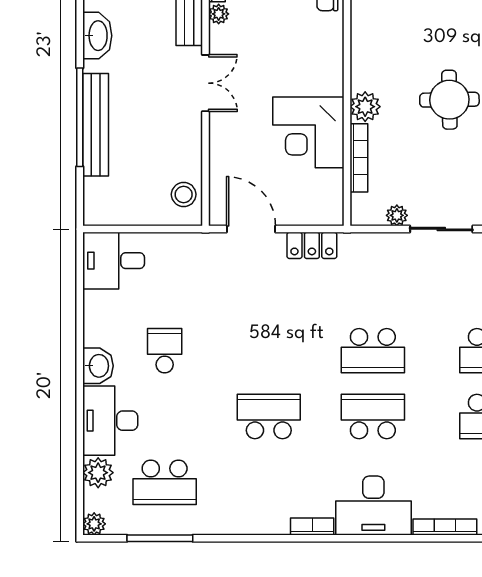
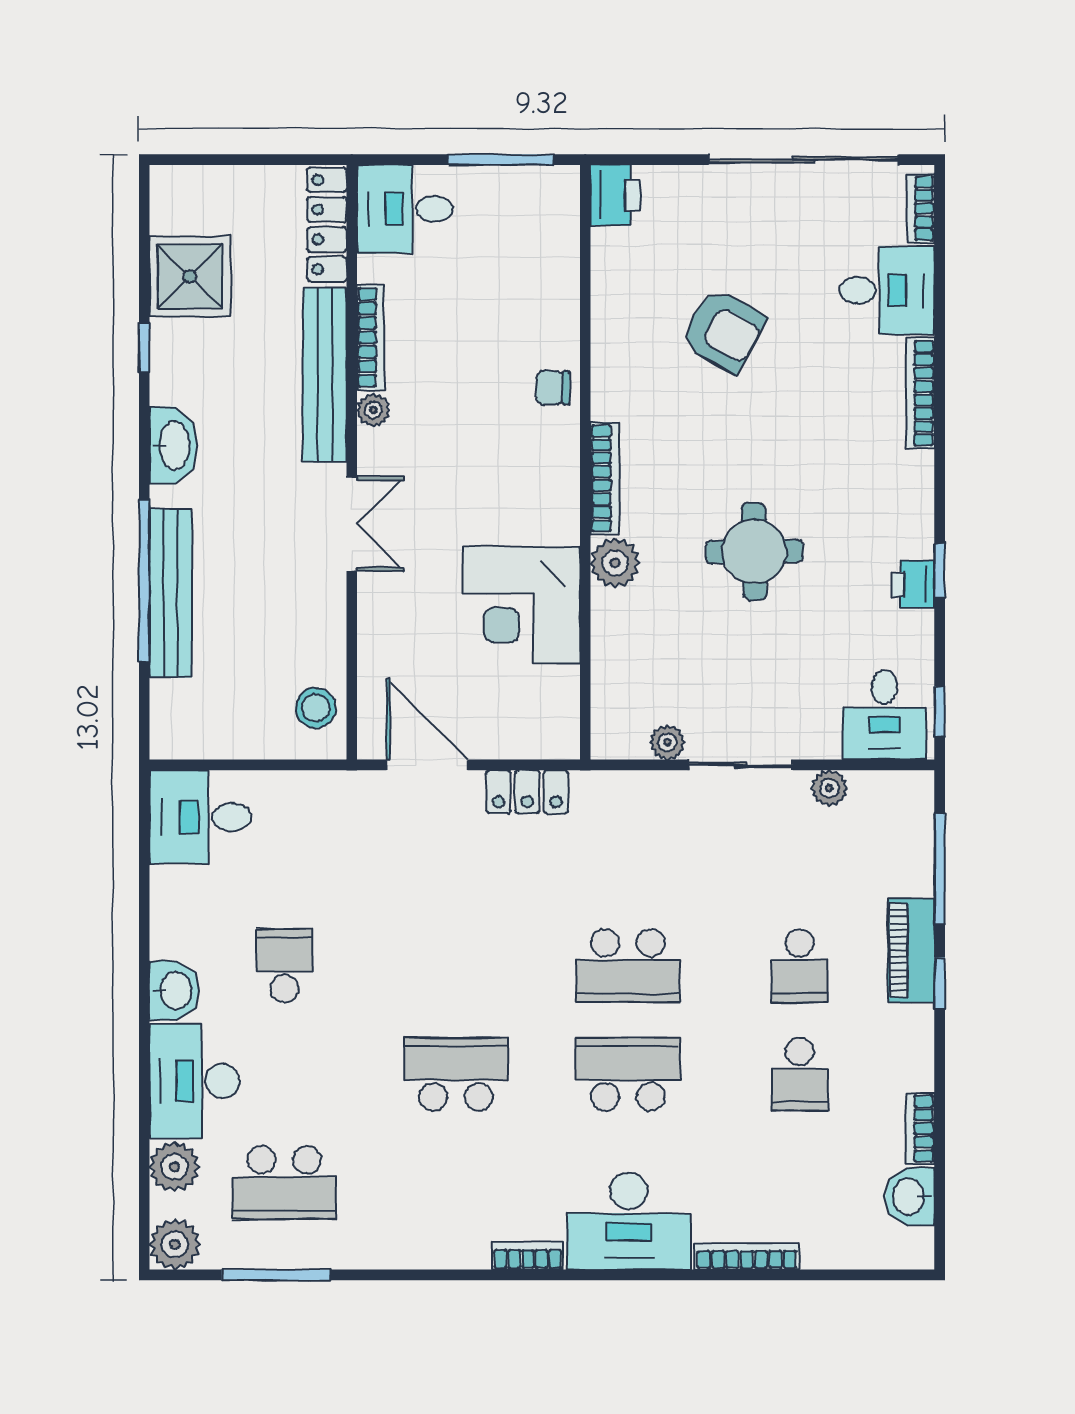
bookcase: (359, 158) -> (605, 478), moved
plant: (94, 524) -> (175, 1244), width x1.38, depth x1.38

